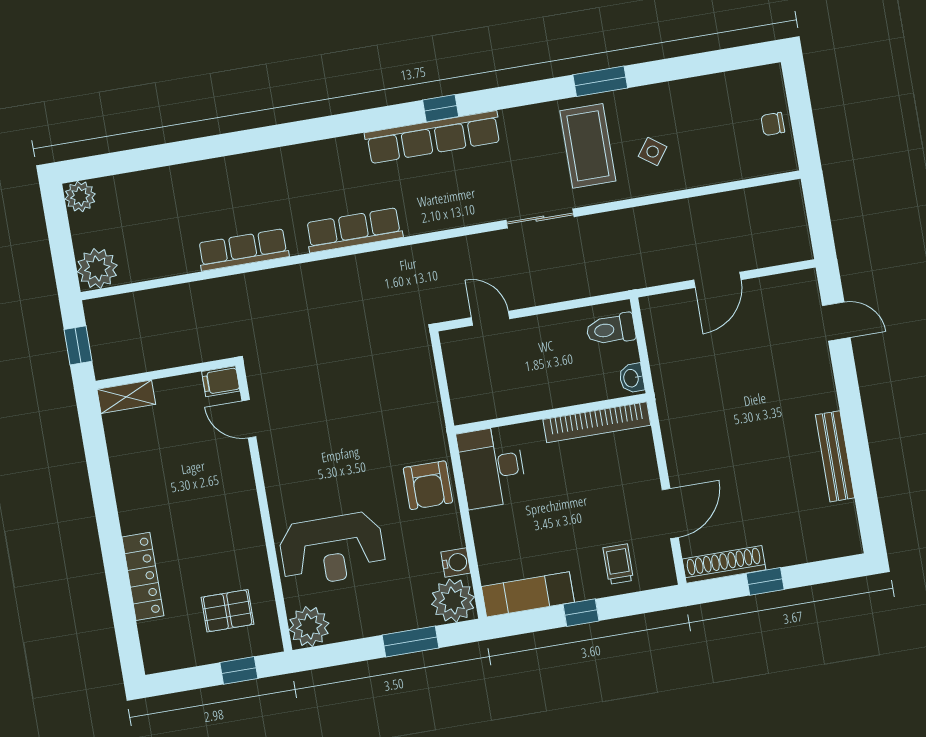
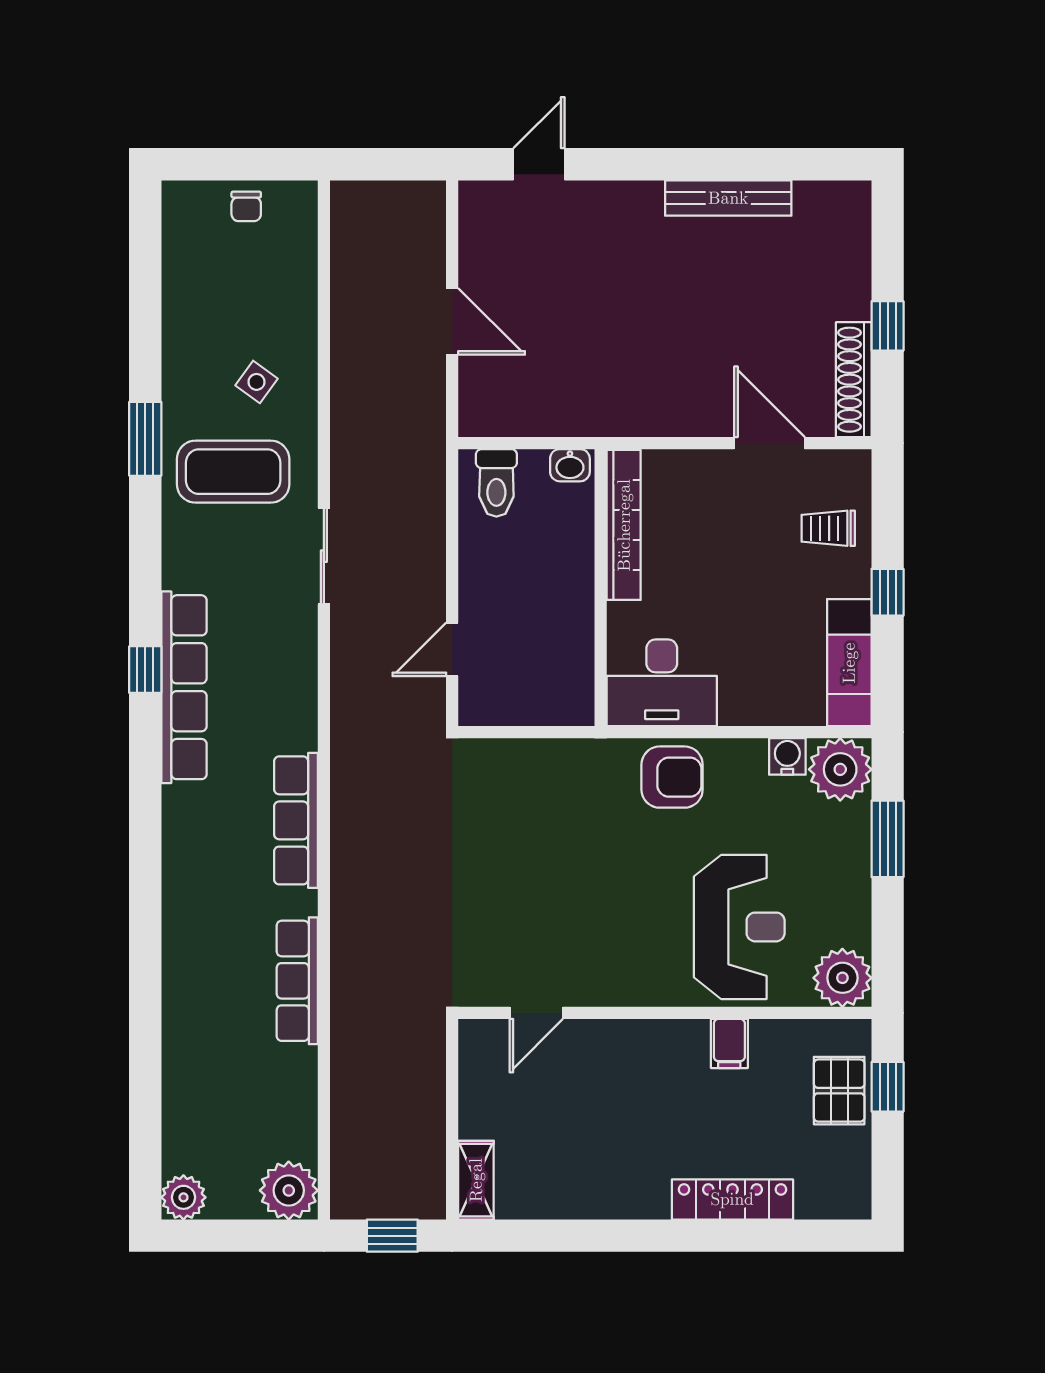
filing cabinet: (221, 381) -> (729, 1043), moved
pallet: (228, 611) -> (839, 1091), moved

